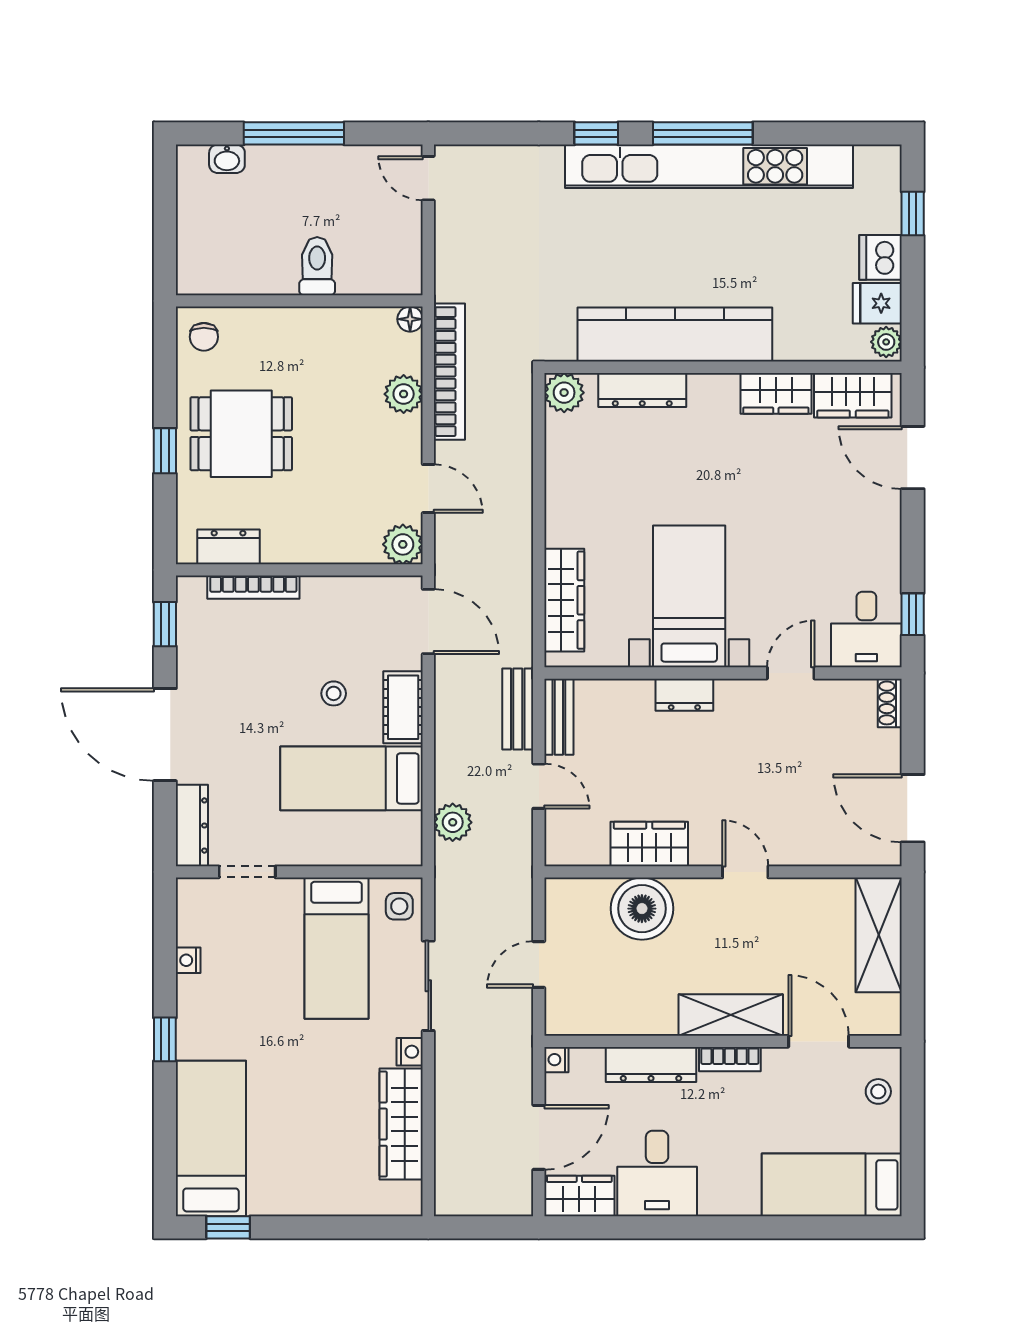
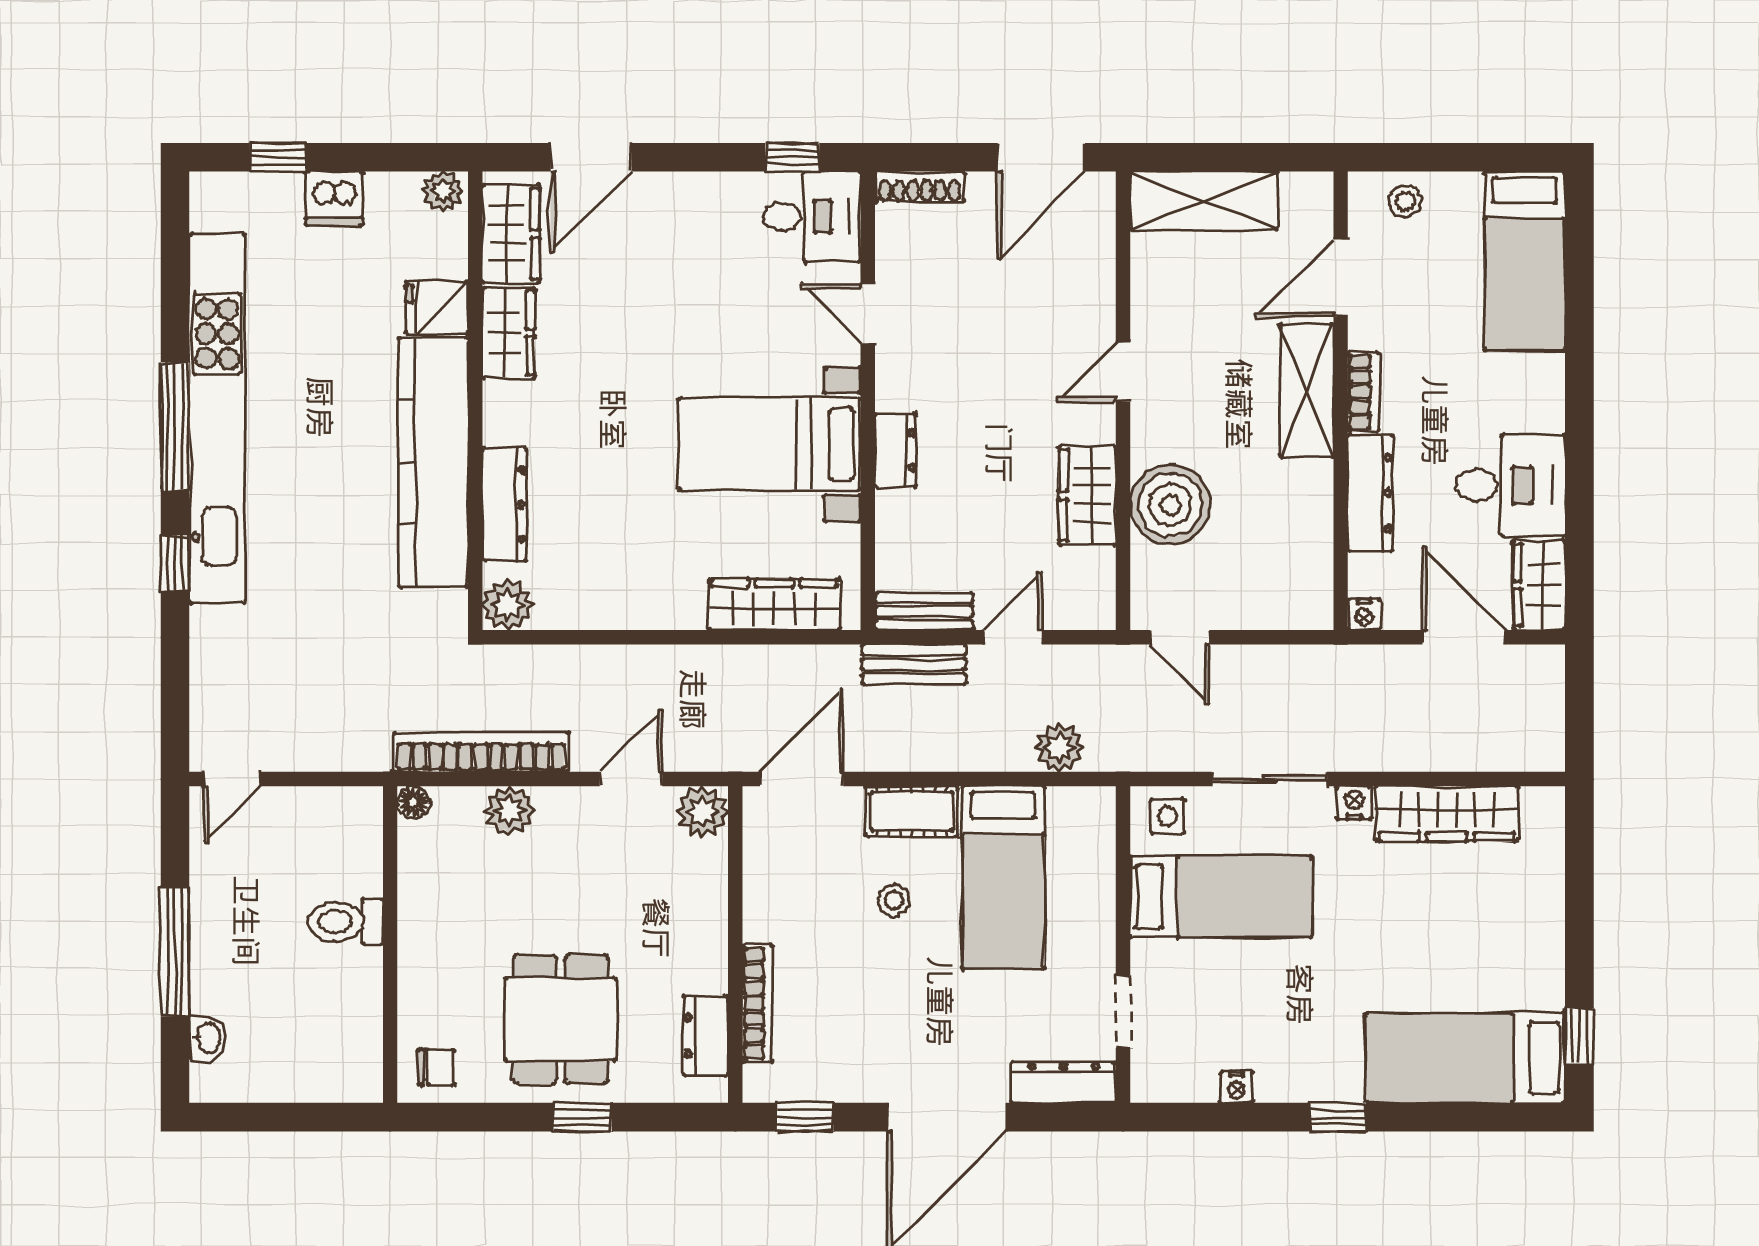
fridge: (877, 303) -> (437, 308), moved, turned 90
shoe rack: (890, 703) -> (920, 187), width x1.43
door: (539, 965) -> (1180, 637), moved

